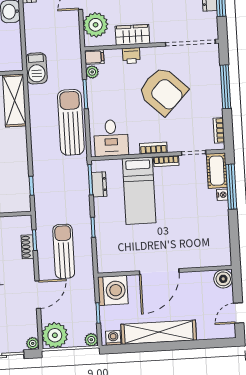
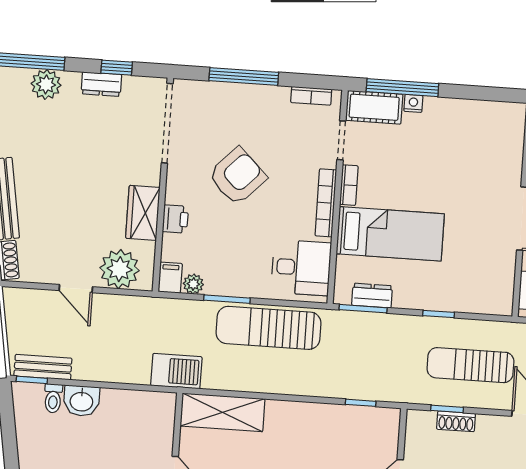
armchair: (163, 91) -> (237, 176), width x0.73, depth x0.73
bookcase: (153, 148) -> (326, 203), width x1.56

